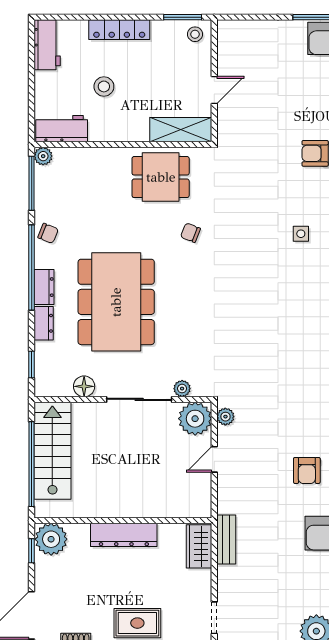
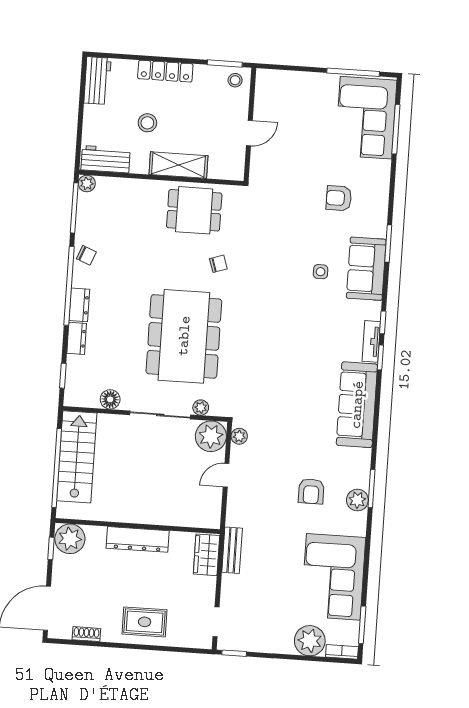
shelving: (181, 130) -> (178, 165), moved
chair: (190, 233) -> (218, 264), turned 141
dining table: (116, 302) -> (184, 336), moved

